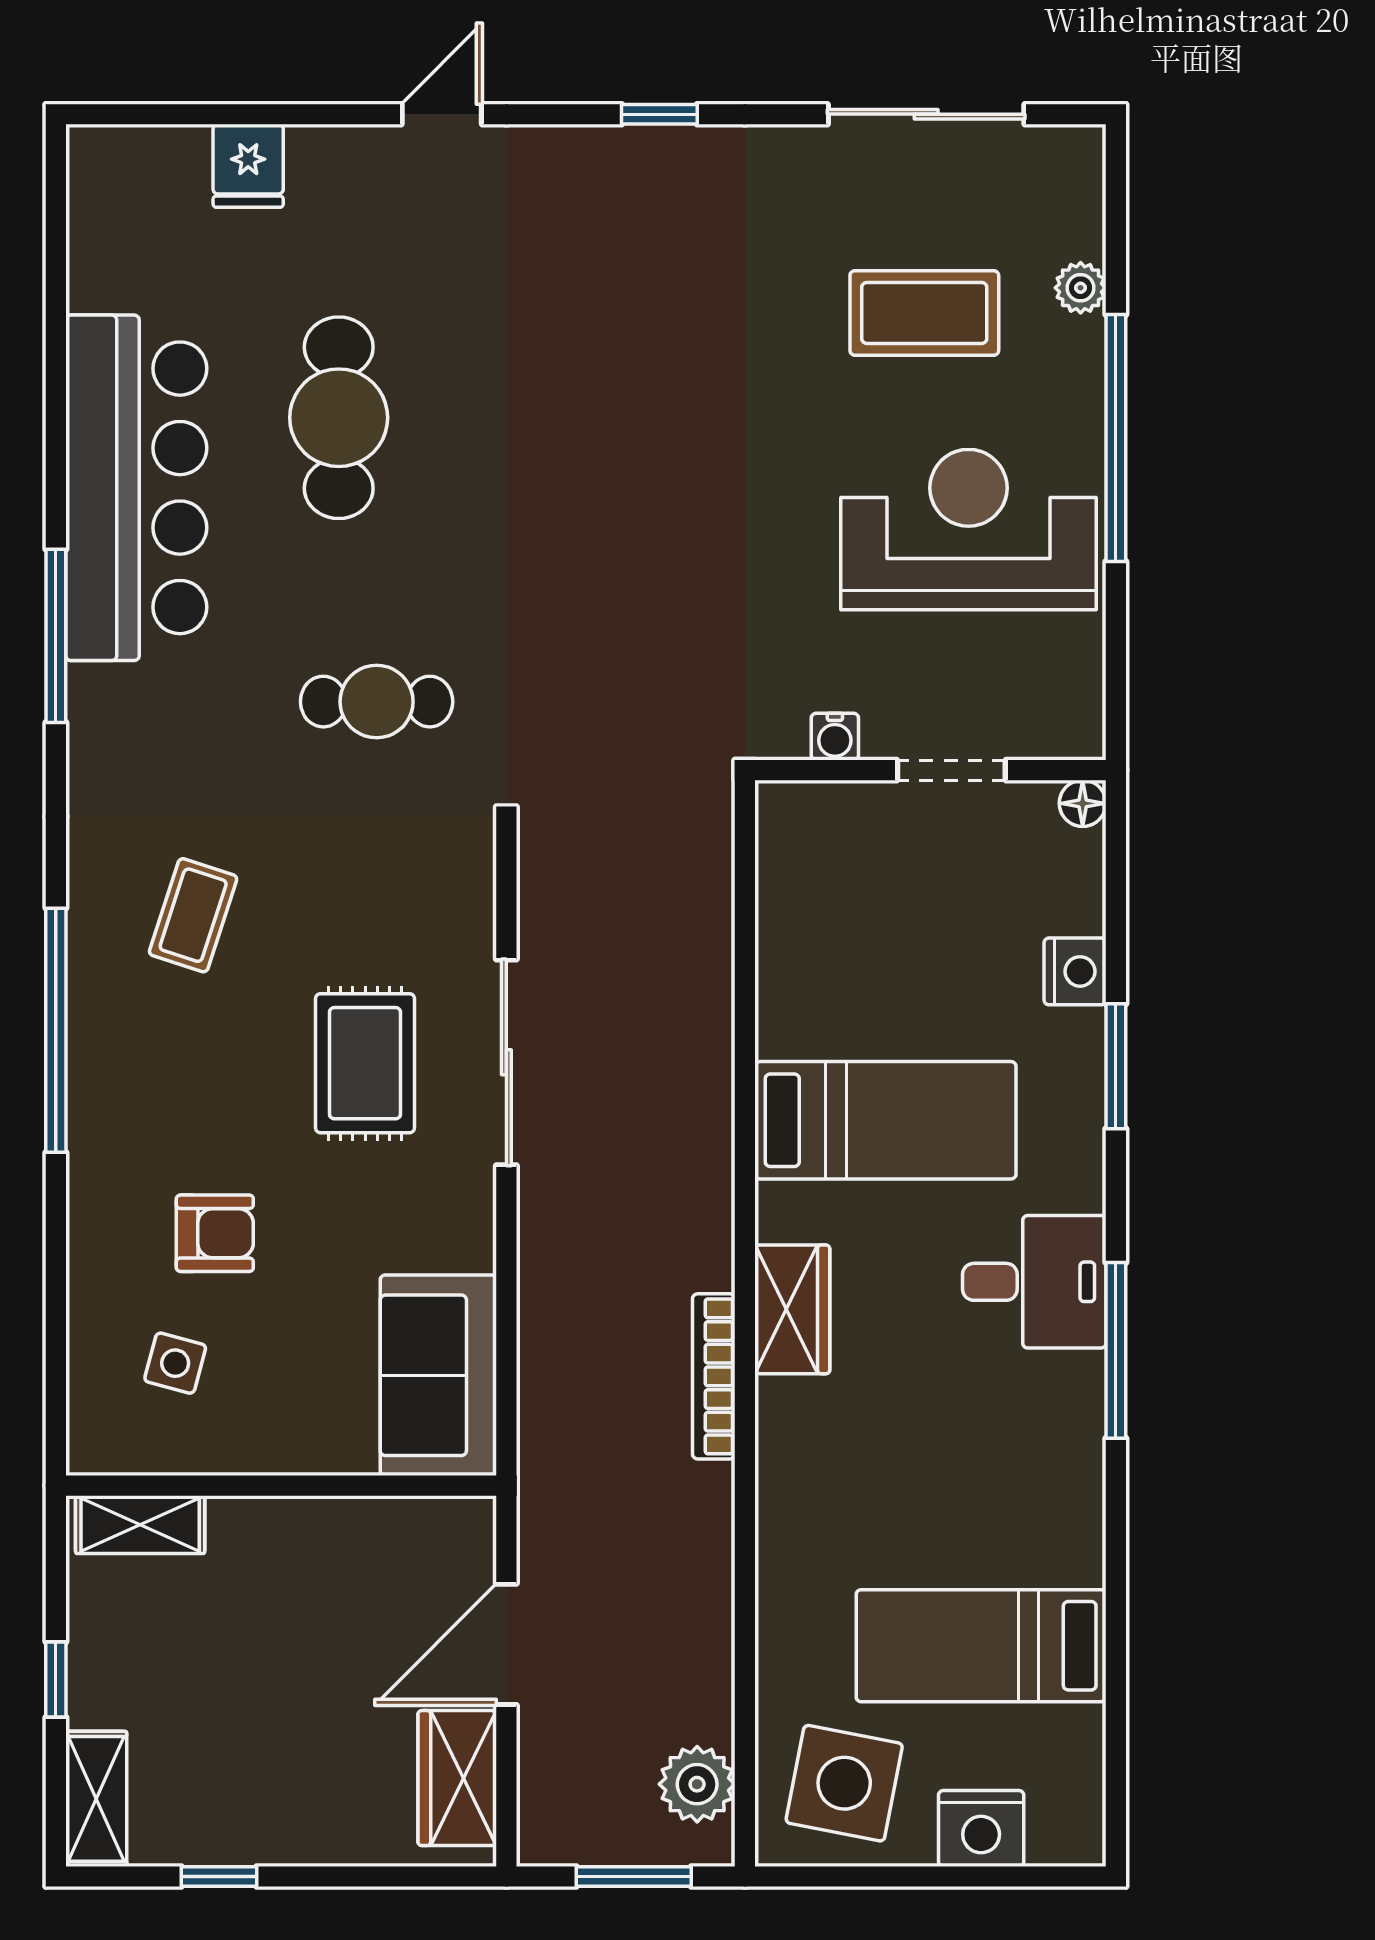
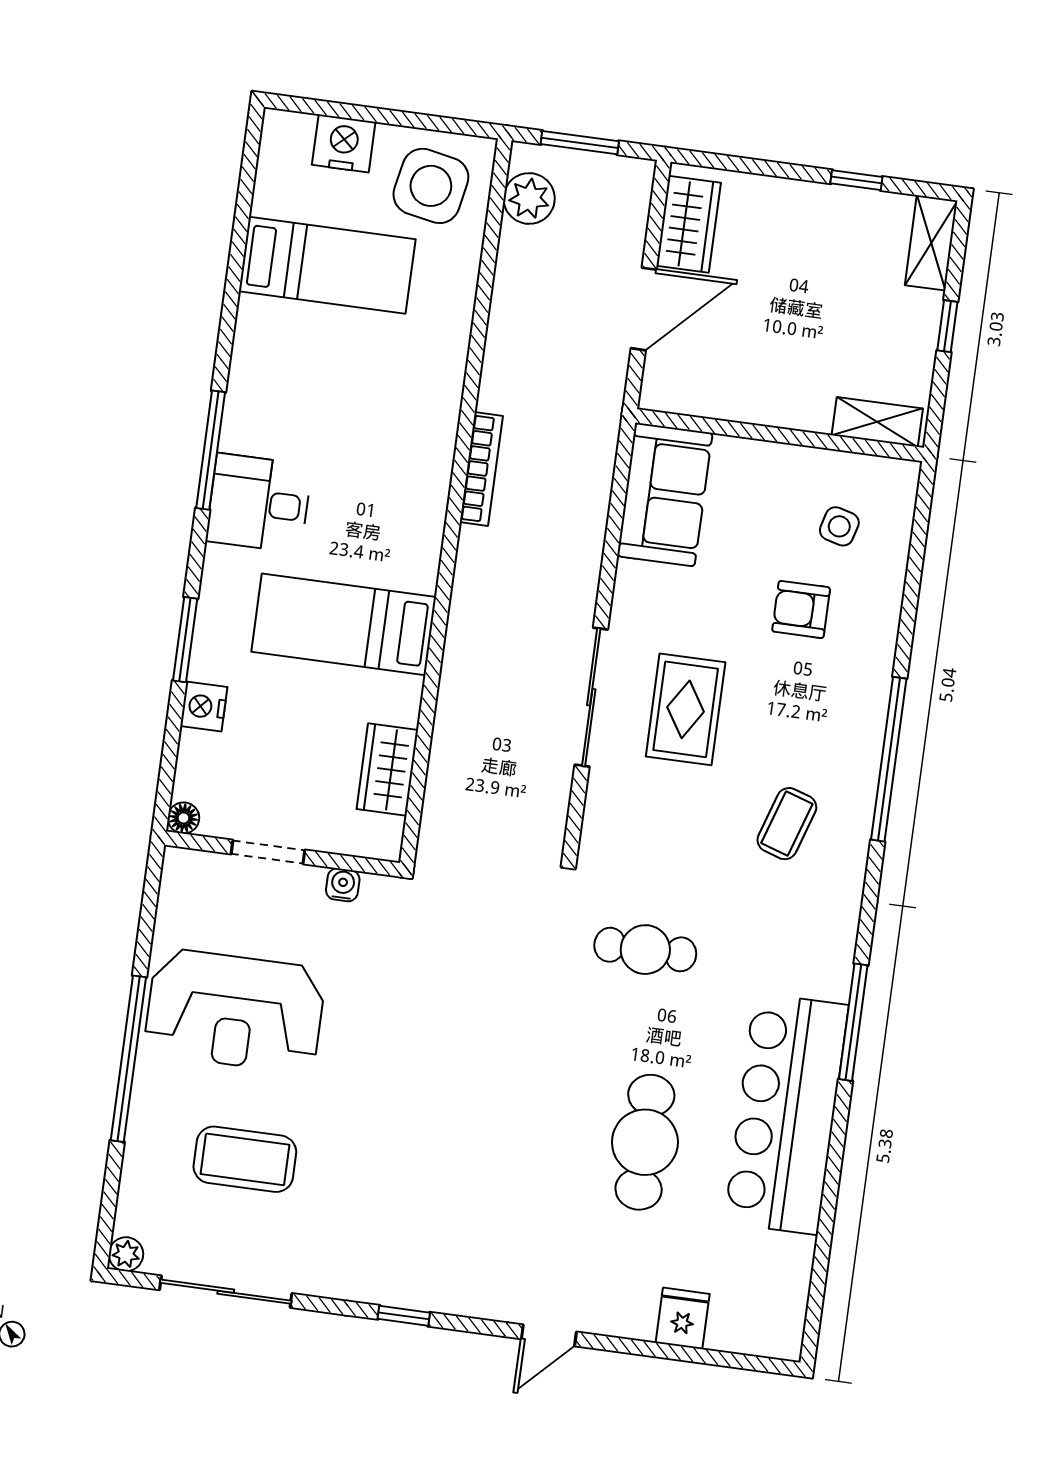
plant: (1081, 288) -> (126, 1254), moved
wardrobe: (792, 1309) -> (387, 770), moved

